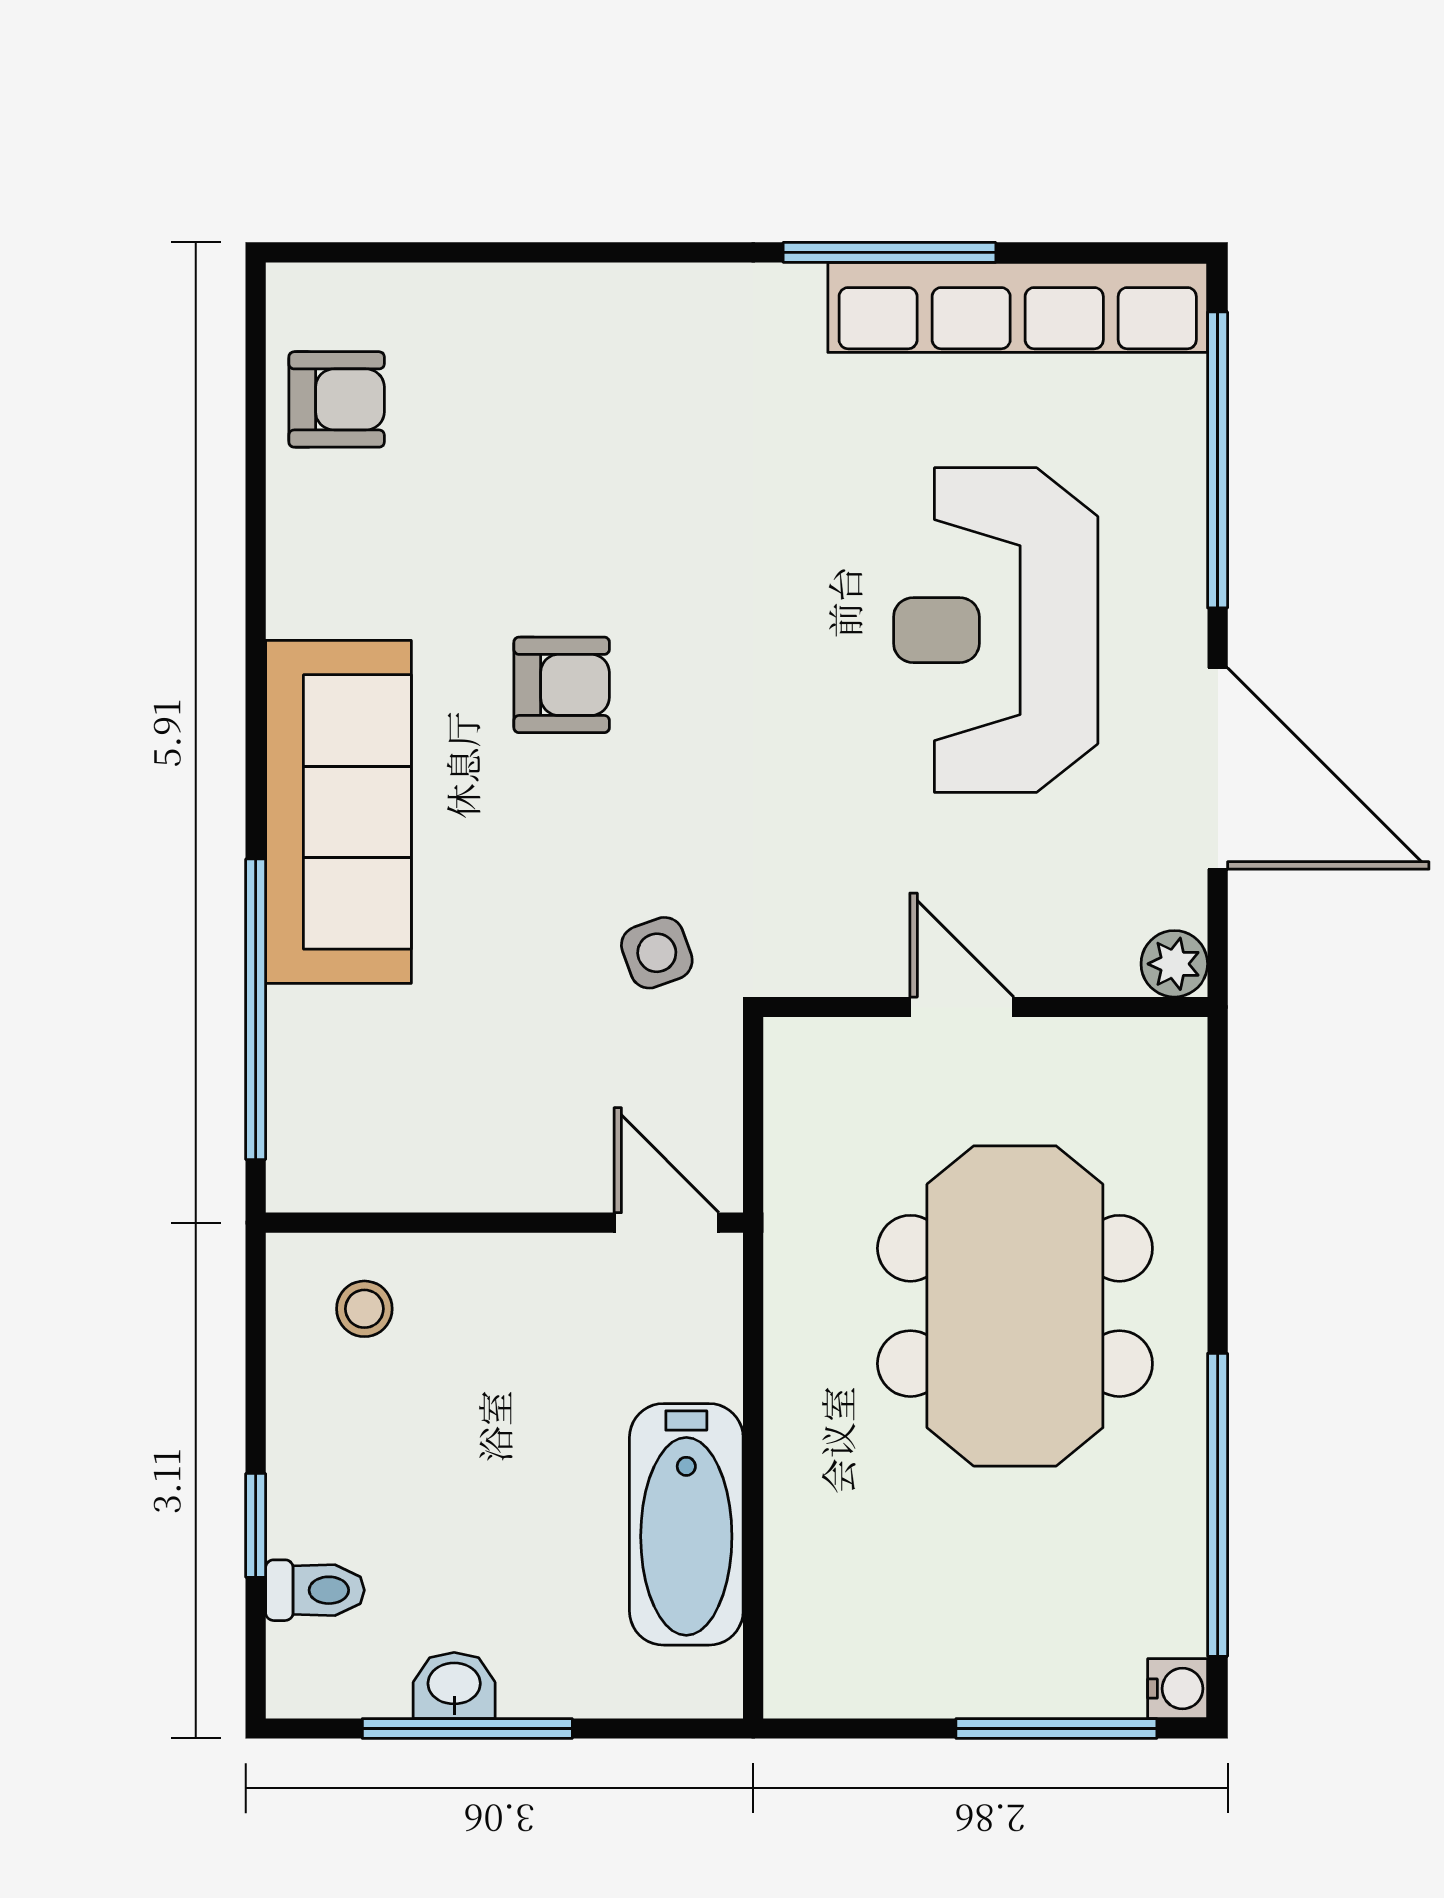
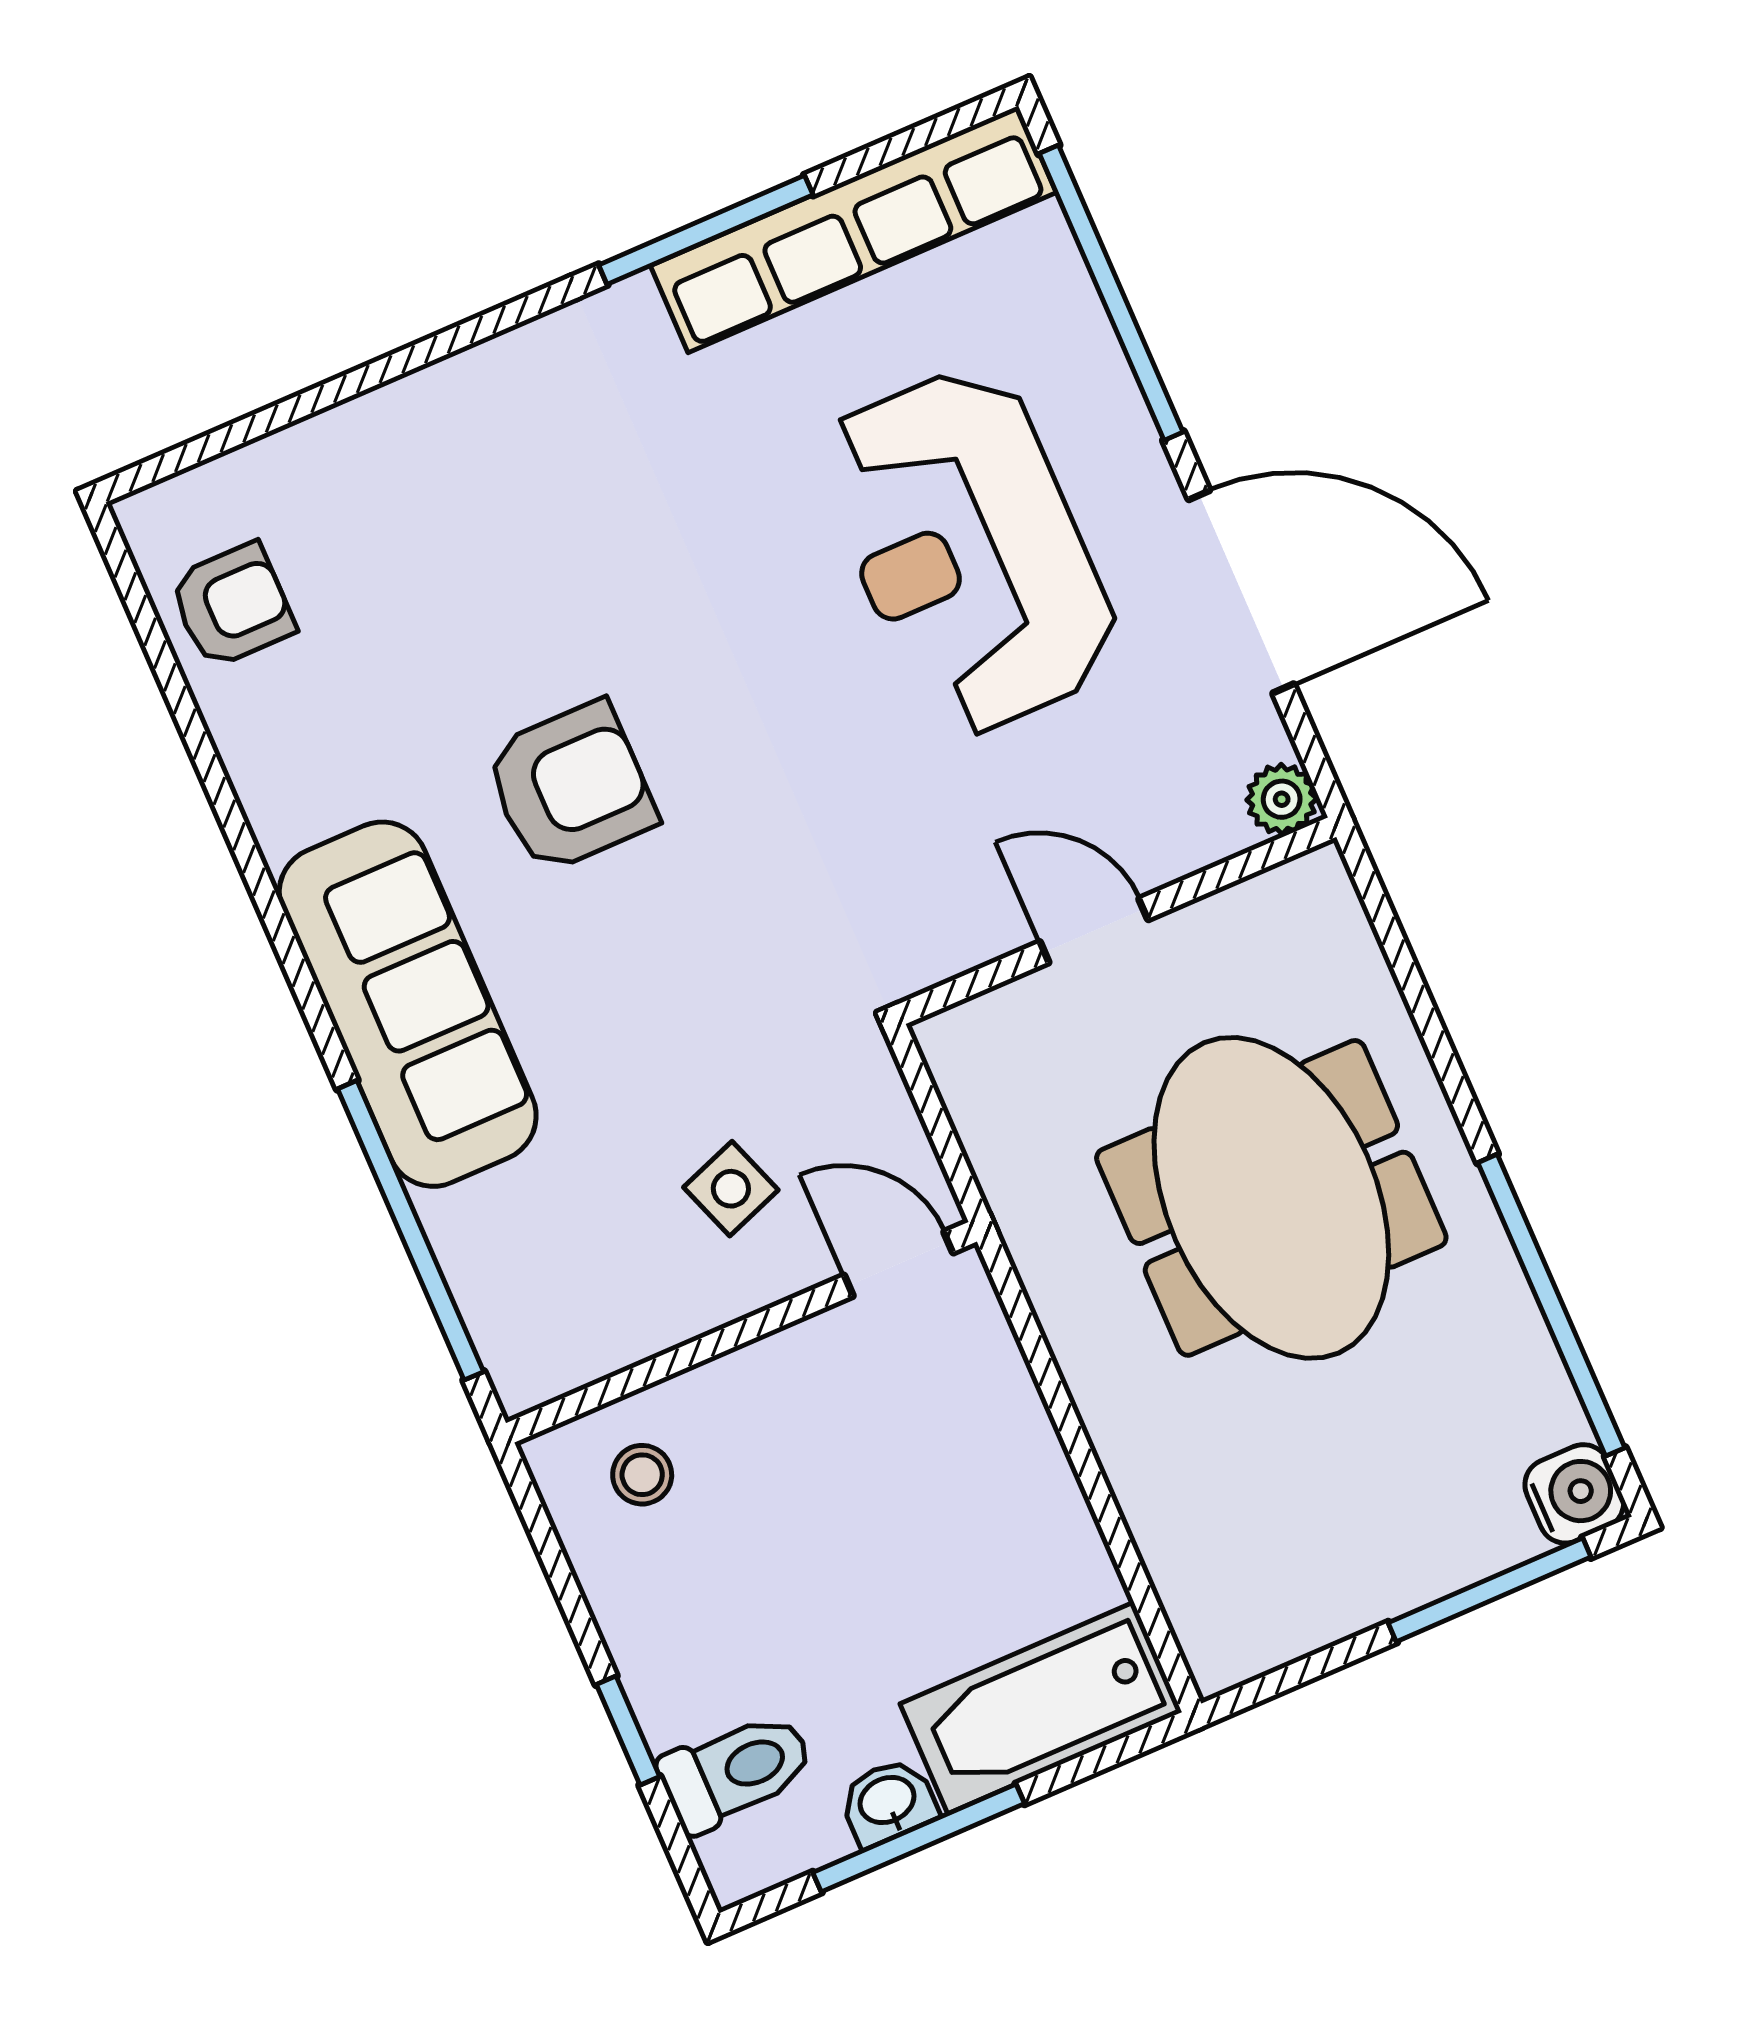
armchair: (562, 685) -> (570, 787), width x1.38, depth x1.38
side table: (657, 953) -> (731, 1189), moved
bathtub: (686, 1524) -> (1041, 1708), moved, turned 90
toilet: (315, 1590) -> (736, 1771), width x1.37, depth x1.39
water cooler: (1178, 1689) -> (1574, 1494), width x1.38, depth x1.38

